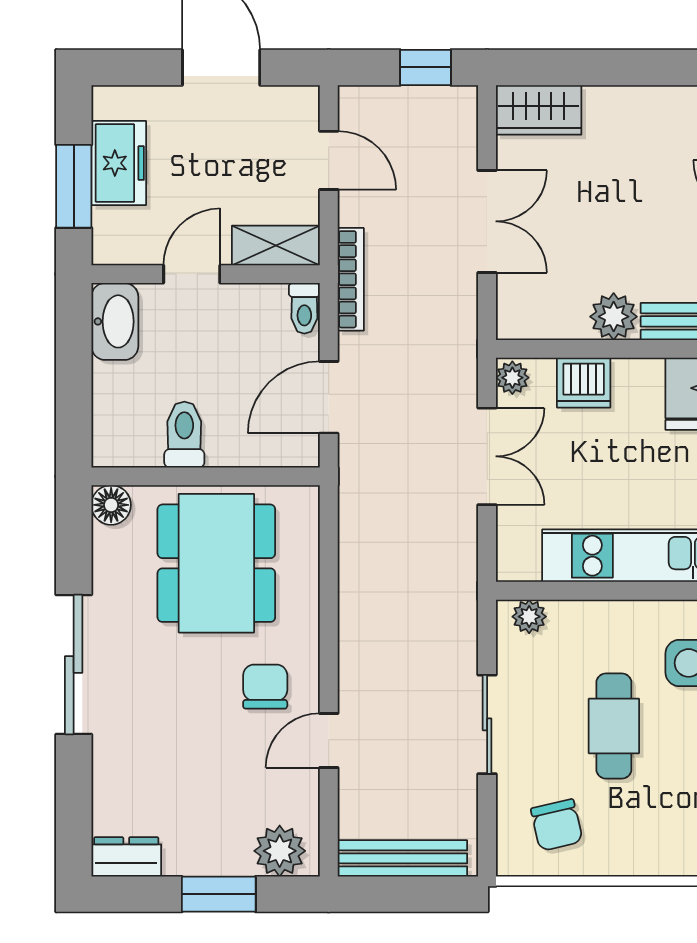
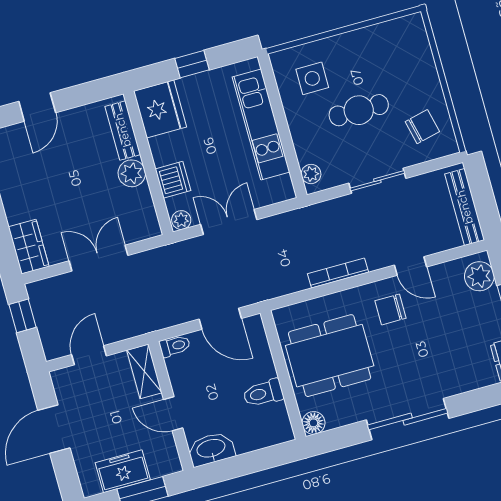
bookcase: (351, 279) -> (338, 273), moved

